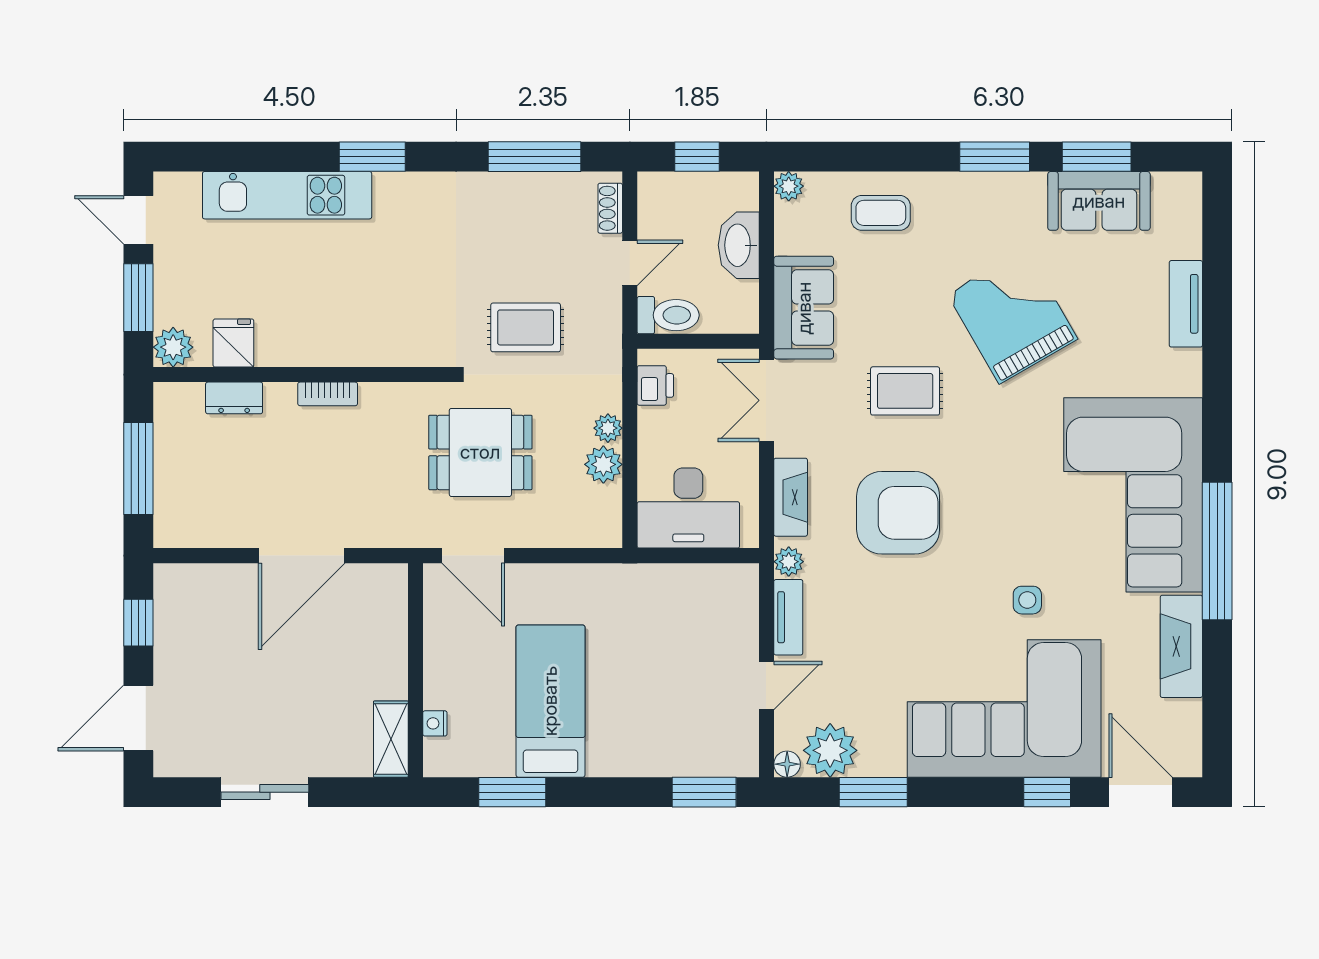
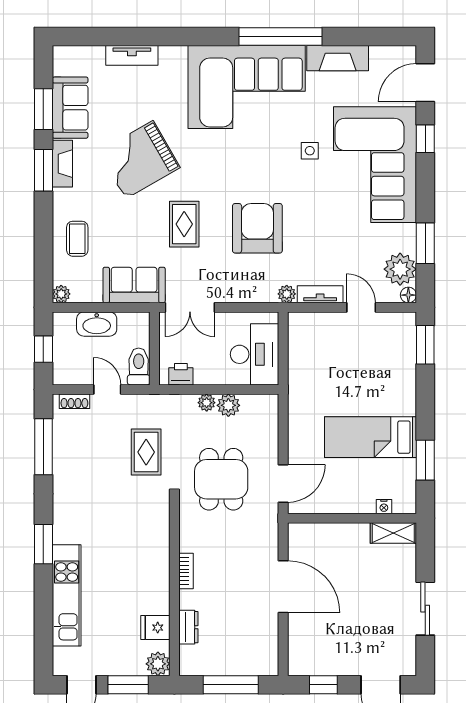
fireplace: (791, 497) -> (62, 164), moved, turned 90

